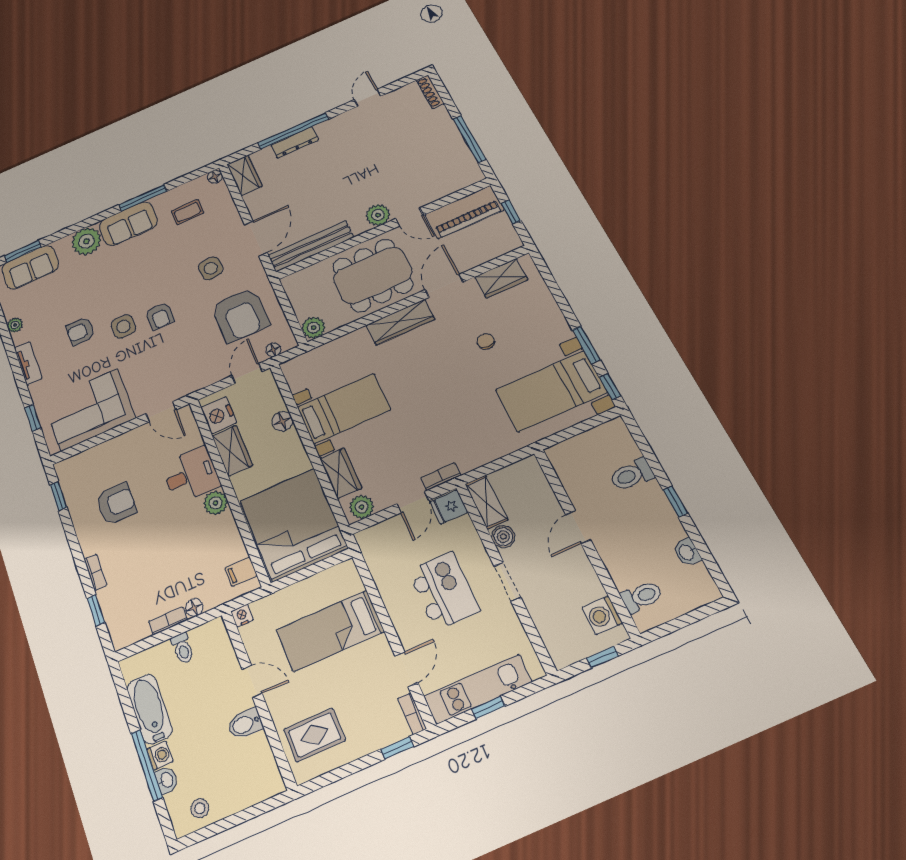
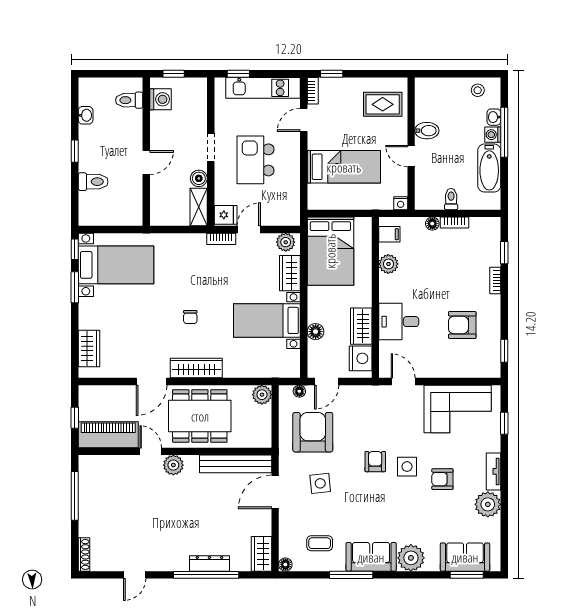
wardrobe: (501, 278) -> (89, 349), moved, turned 90
plant: (15, 325) -> (488, 504), width x1.87, depth x1.87
armchair: (81, 331) -> (442, 479), turned 180
chair: (486, 341) -> (190, 317), moved
plant: (216, 503) -> (388, 264), moved
bed: (294, 525) -> (330, 251), width x0.73
window: (488, 708) -> (238, 74), moved

